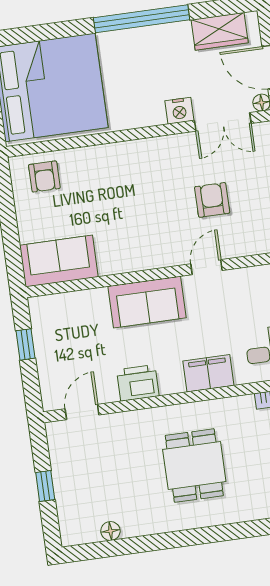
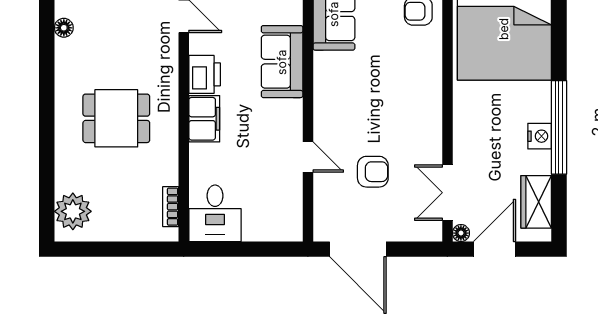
nightstand: (179, 111) -> (540, 136), moved, turned 180
sofa: (147, 302) -> (282, 62), moved
filing cabinet: (208, 373) -> (204, 119), moved

